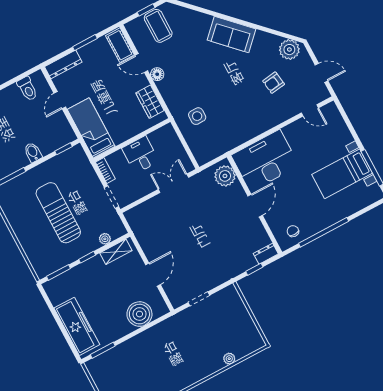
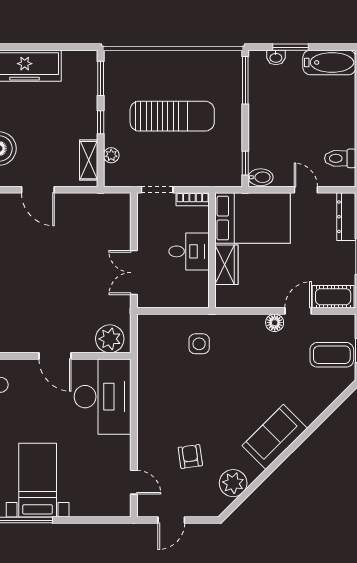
plant: (289, 50) -> (233, 483), moved
wardrobe: (150, 102) -> (226, 265), moved, turned 90
door: (310, 110) -> (134, 482), swing flipped
bed: (91, 128) -> (253, 218), width x1.50
bidet: (33, 152) -> (261, 177), moved
double door: (173, 183) -> (134, 273), swing flipped

